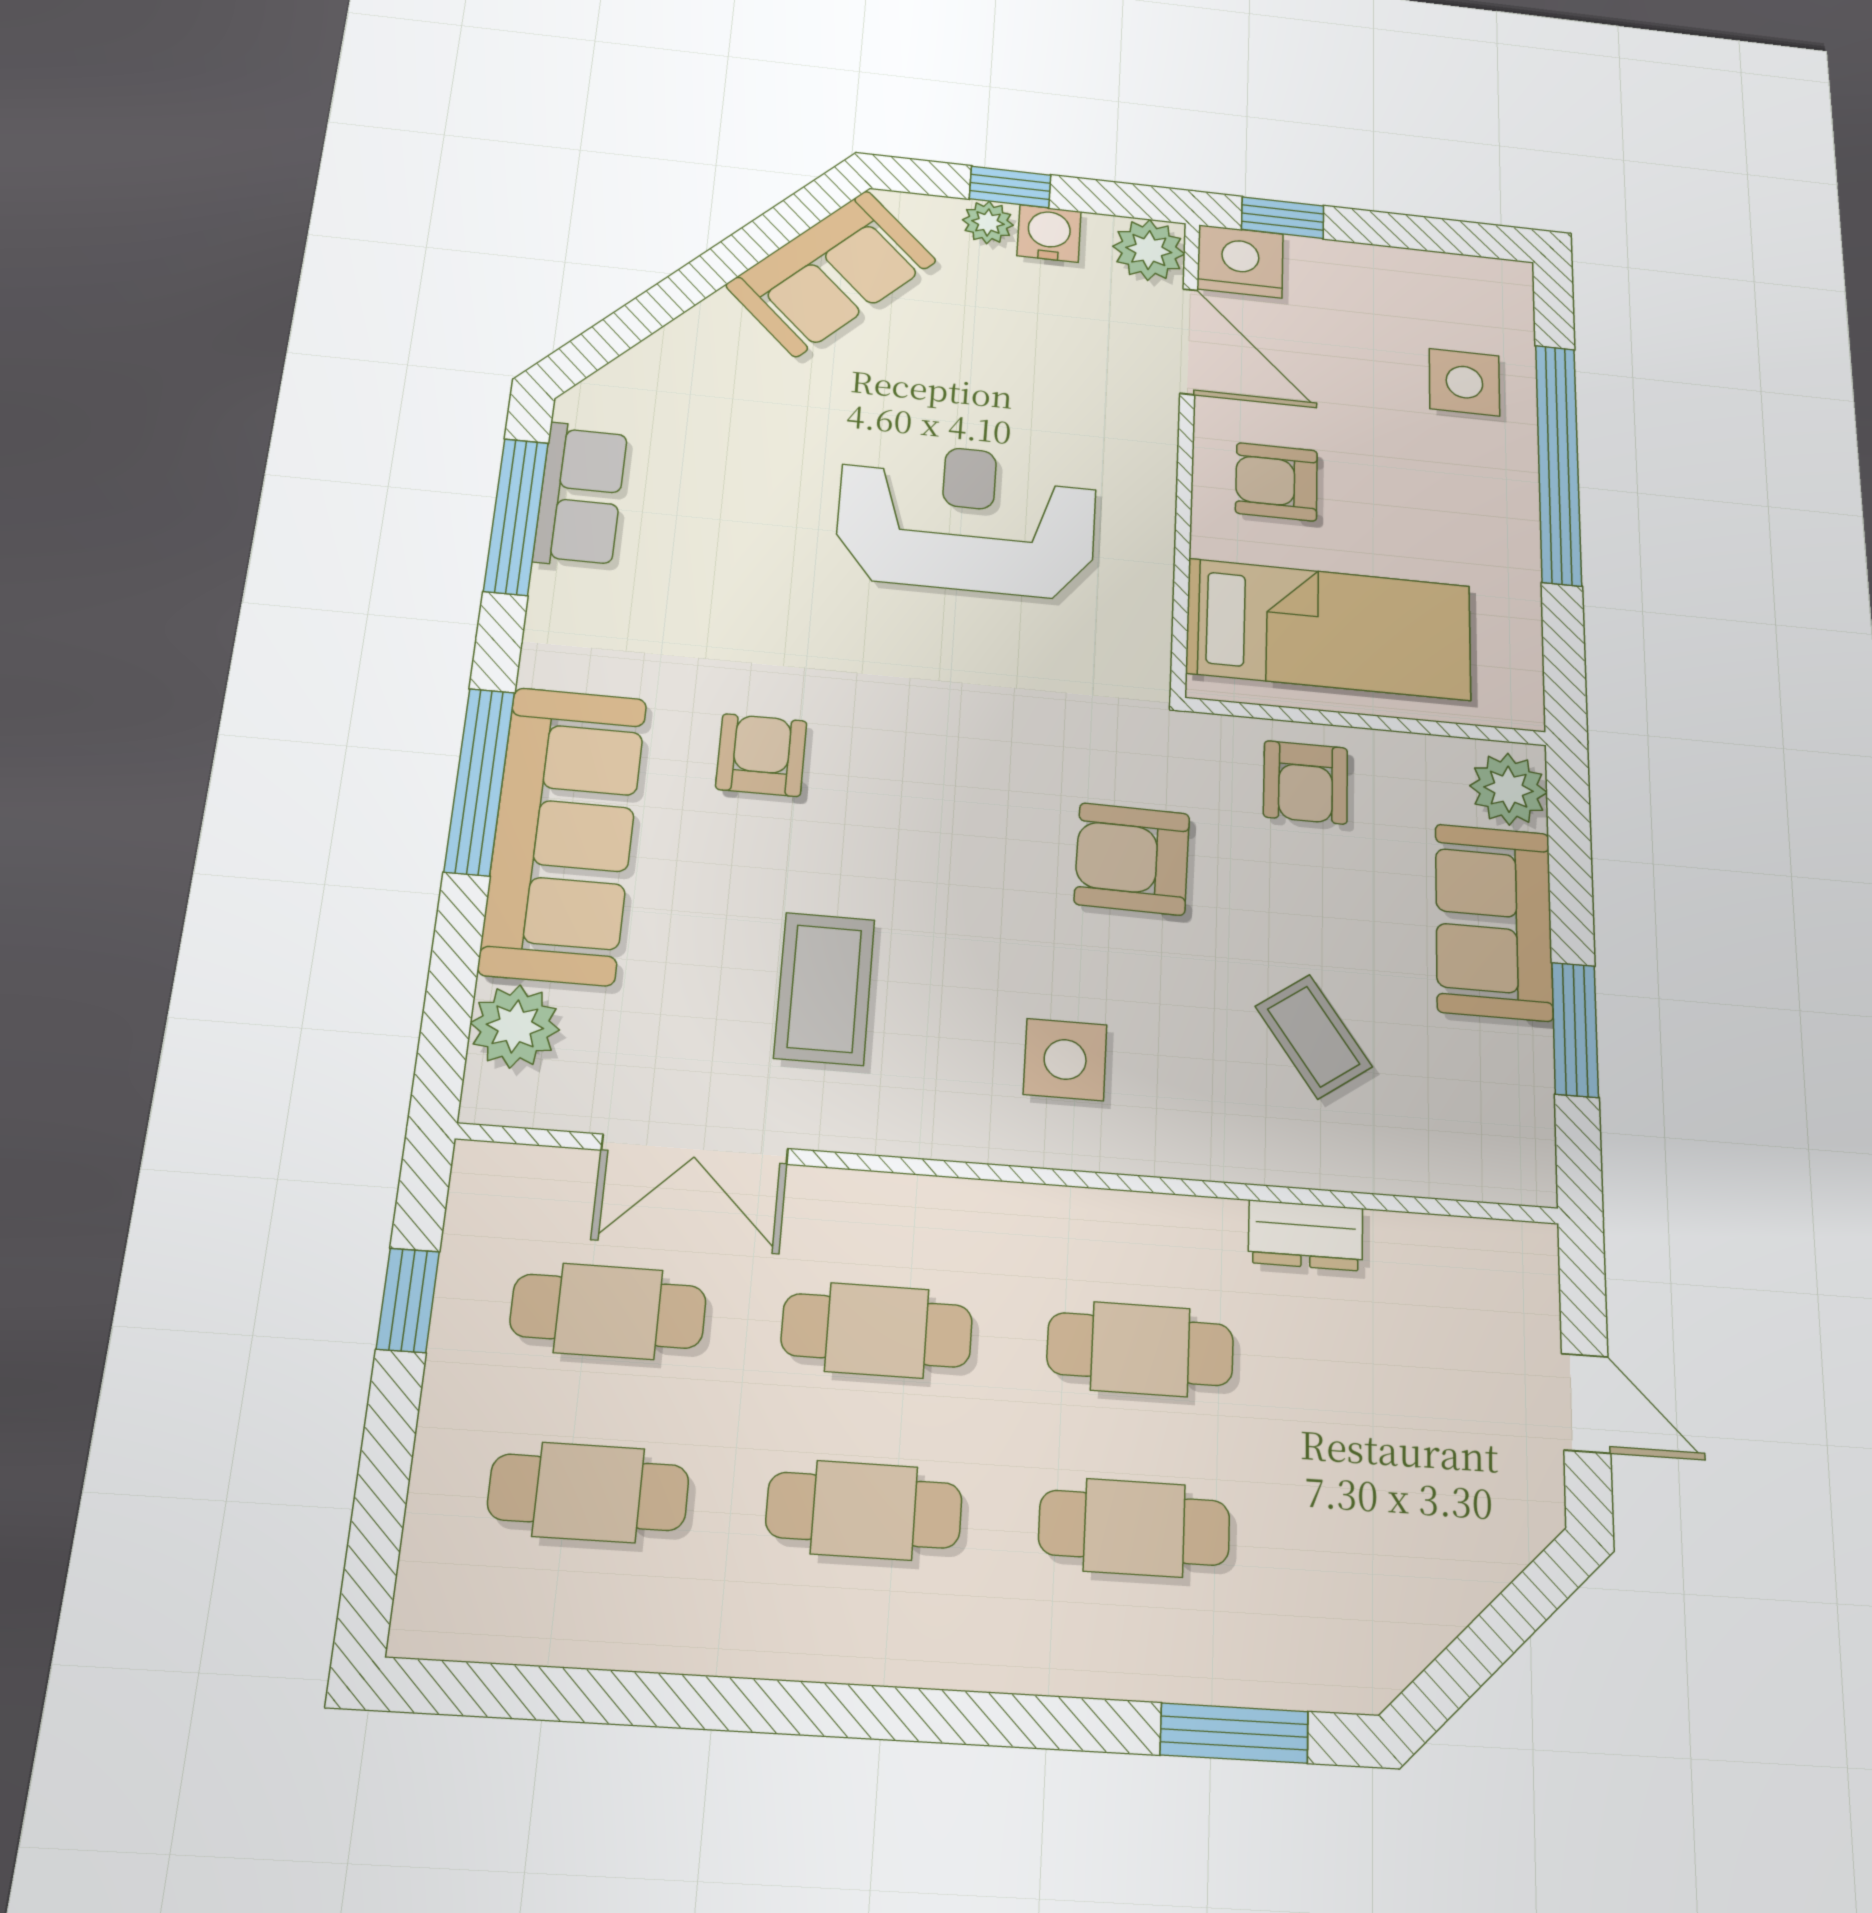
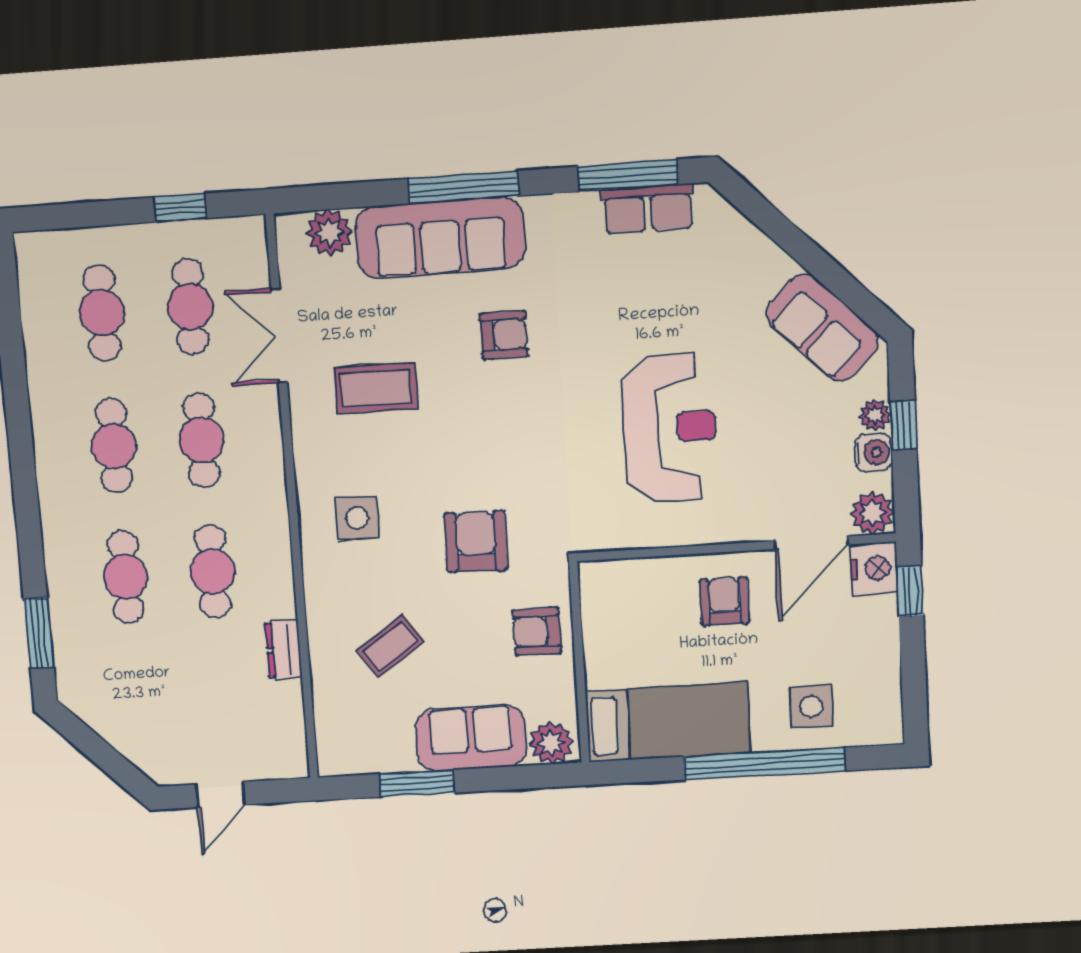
bed: (1329, 629) -> (668, 722), moved, turned -90

